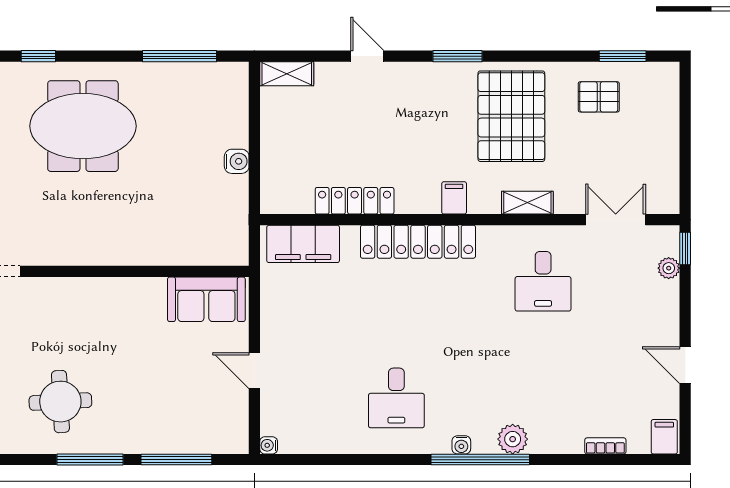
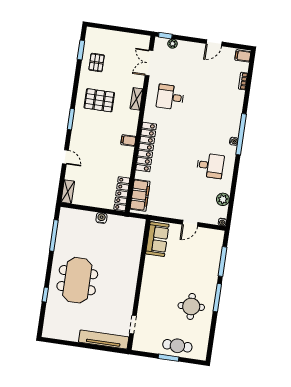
door: (367, 56) -> (65, 157), swing flipped
pallet: (511, 116) -> (99, 100), width x0.73, depth x0.71
filing cabinet: (454, 198) -> (128, 140), moved
locker: (355, 201) -> (122, 194), moved
desk: (543, 281) -> (170, 97), turned 180
plant: (513, 439) -> (223, 199), moved

